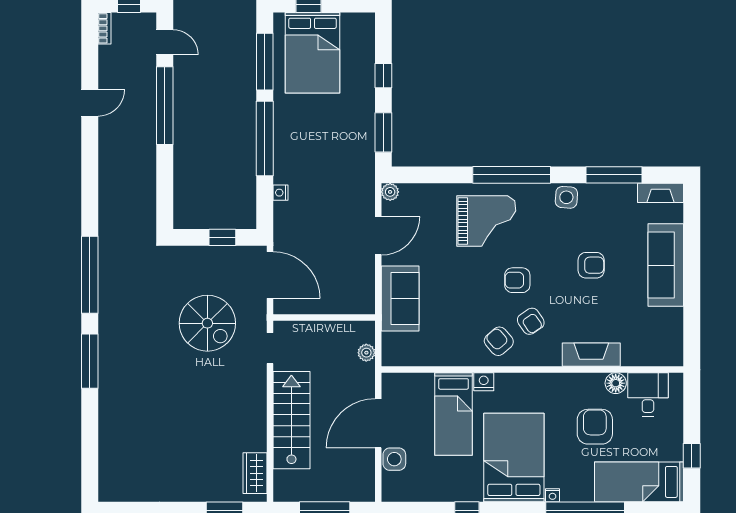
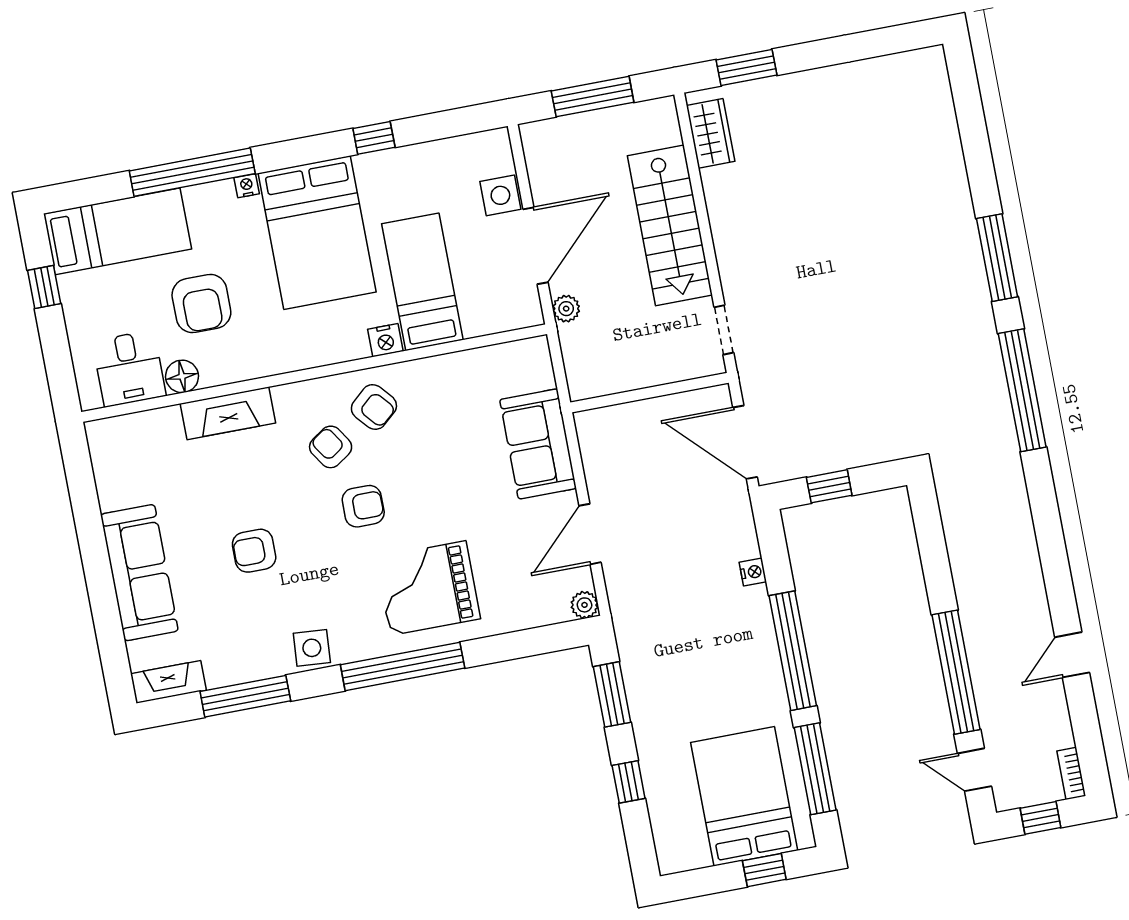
spiral stairs: (207, 323) -> (827, 350), removed
plant: (366, 353) -> (566, 309), moved

